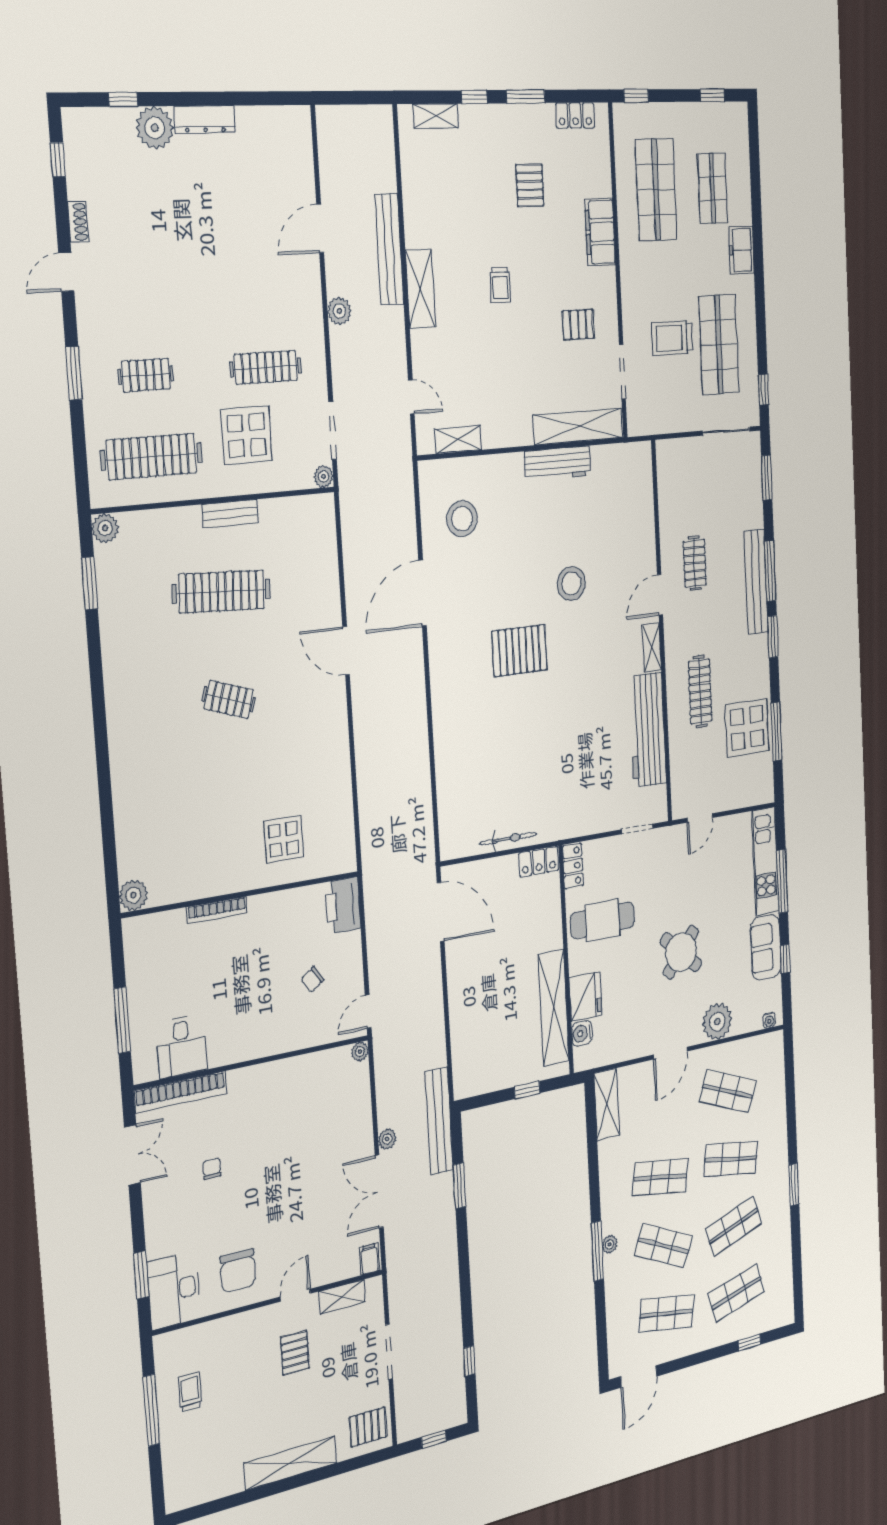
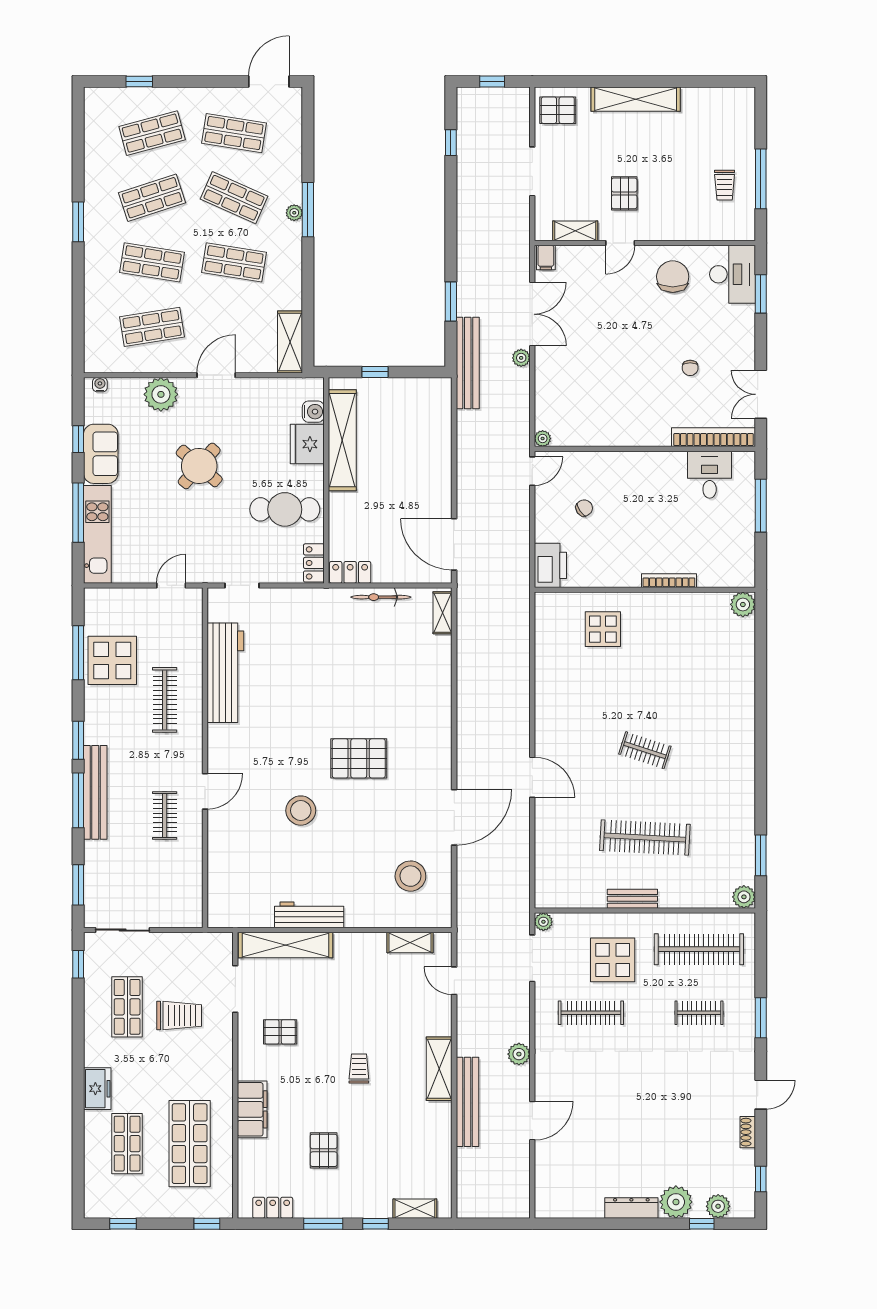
plant: (106, 123) -> (718, 1206), added
shop shelf: (719, 345) -> (127, 1007), width x0.70, depth x0.74
shelving: (652, 647) -> (443, 613), moved
shop shelf: (728, 1091) -> (152, 327), turned -30

